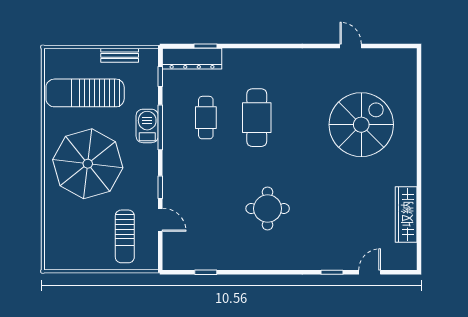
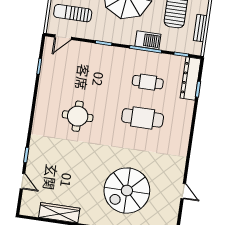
door: (351, 46) -> (183, 191), hinge flipped
spiral stairs: (361, 125) -> (127, 191), turned 90
door: (160, 220) -> (63, 37), moved

